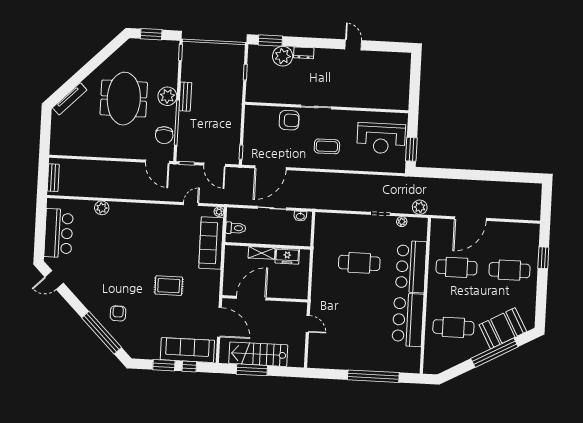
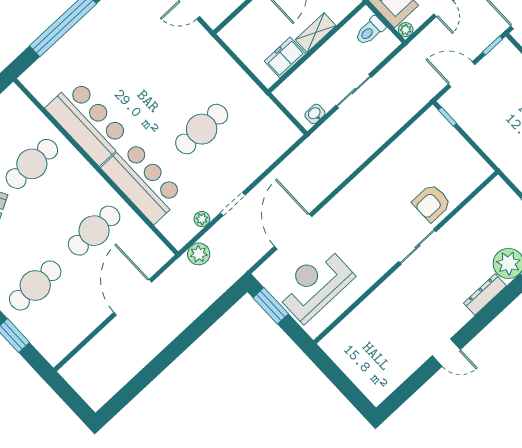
dresser: (304, 53) -> (485, 294), width x1.44
coffee table: (327, 146) -> (363, 217), removed
door: (270, 168) -> (293, 231), moved

